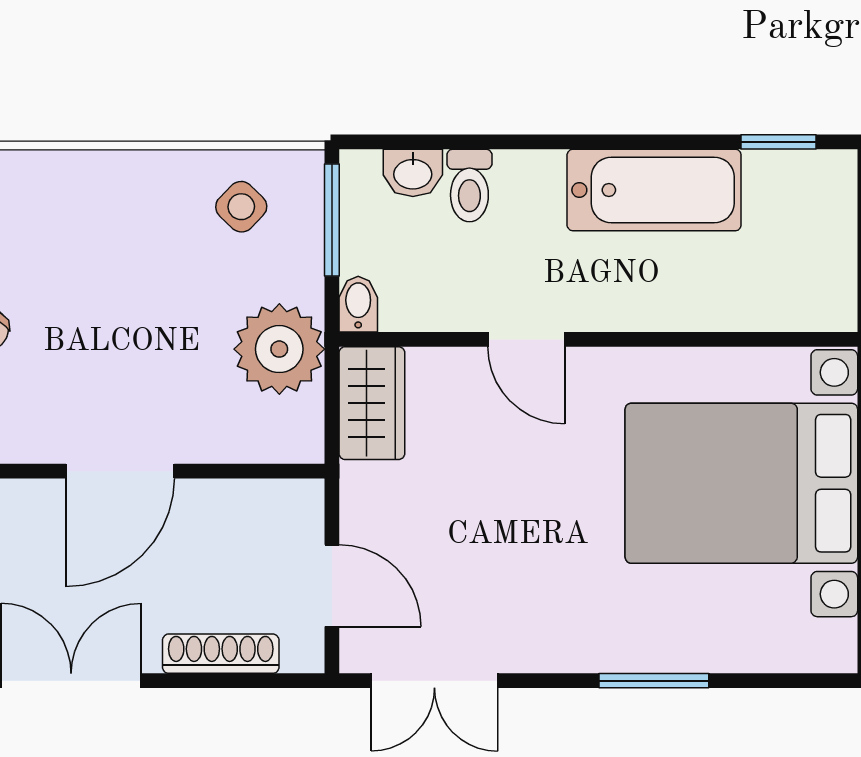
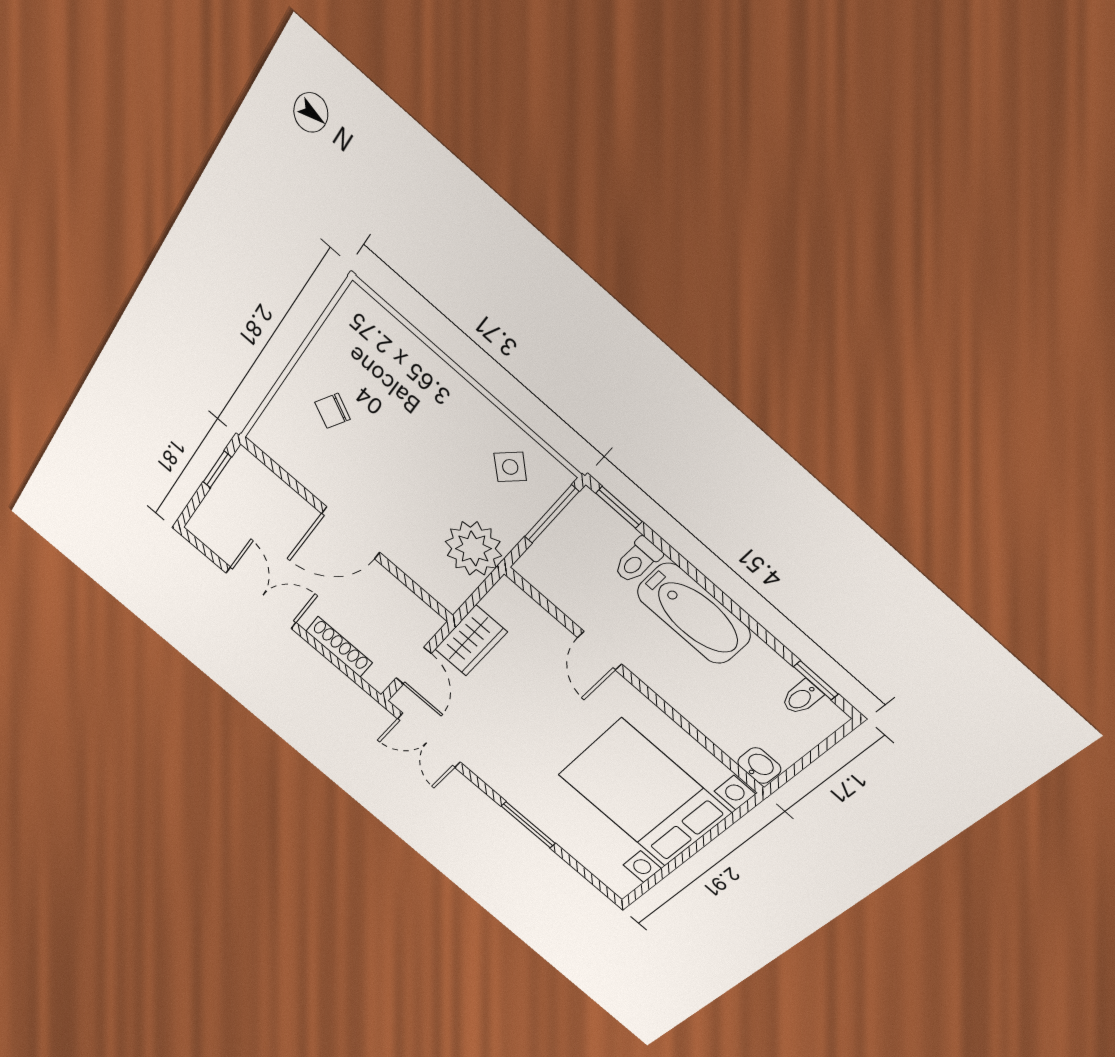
window: (397, 142) -> (619, 507), added
washbasin: (413, 173) -> (759, 766), moved, turned 180
bathtub: (654, 190) -> (694, 614), moved
bidet: (358, 304) -> (802, 698), moved, turned 180
wardrobe: (372, 403) -> (471, 641), moved

